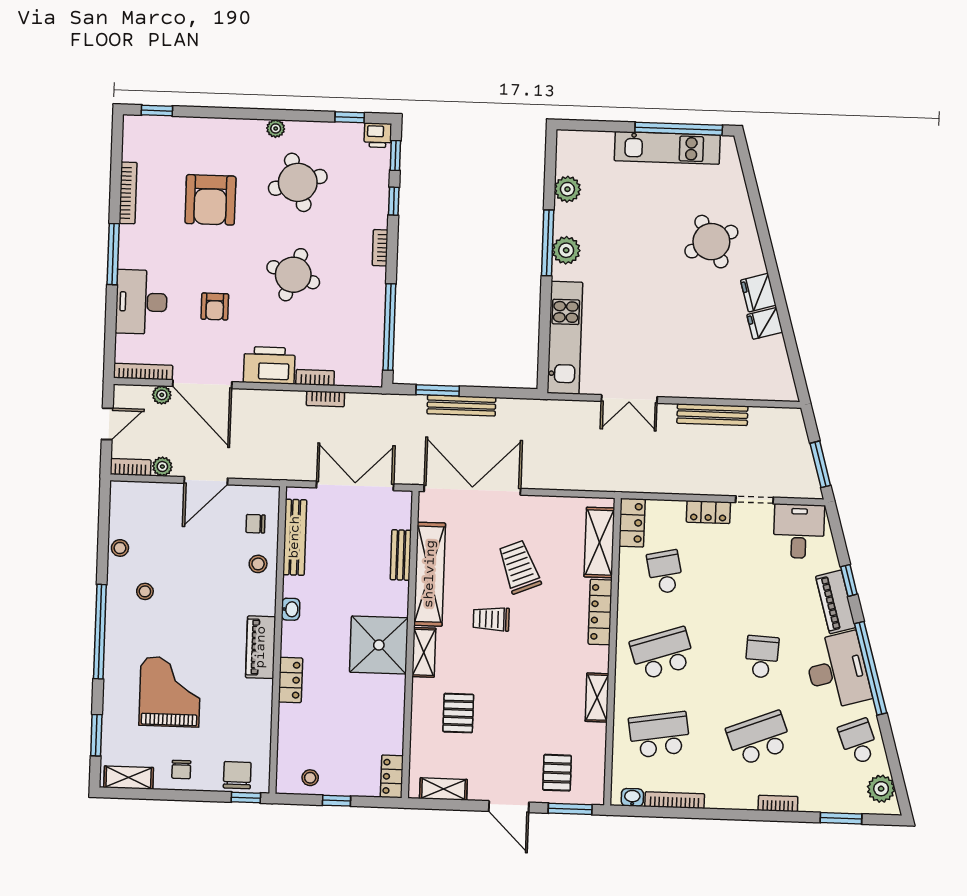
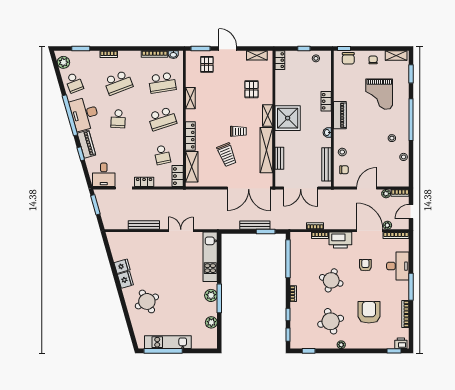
printer: (378, 135) -> (401, 343), moved

